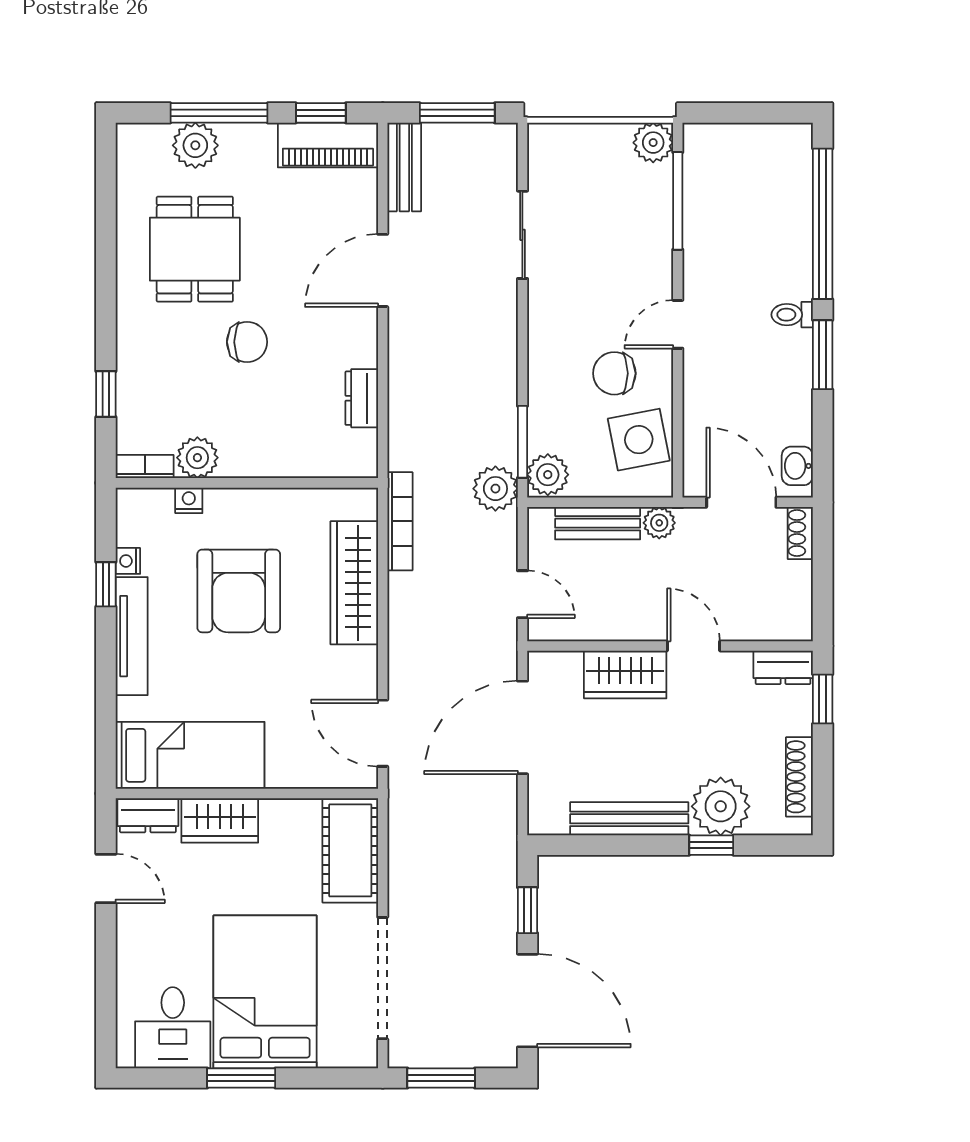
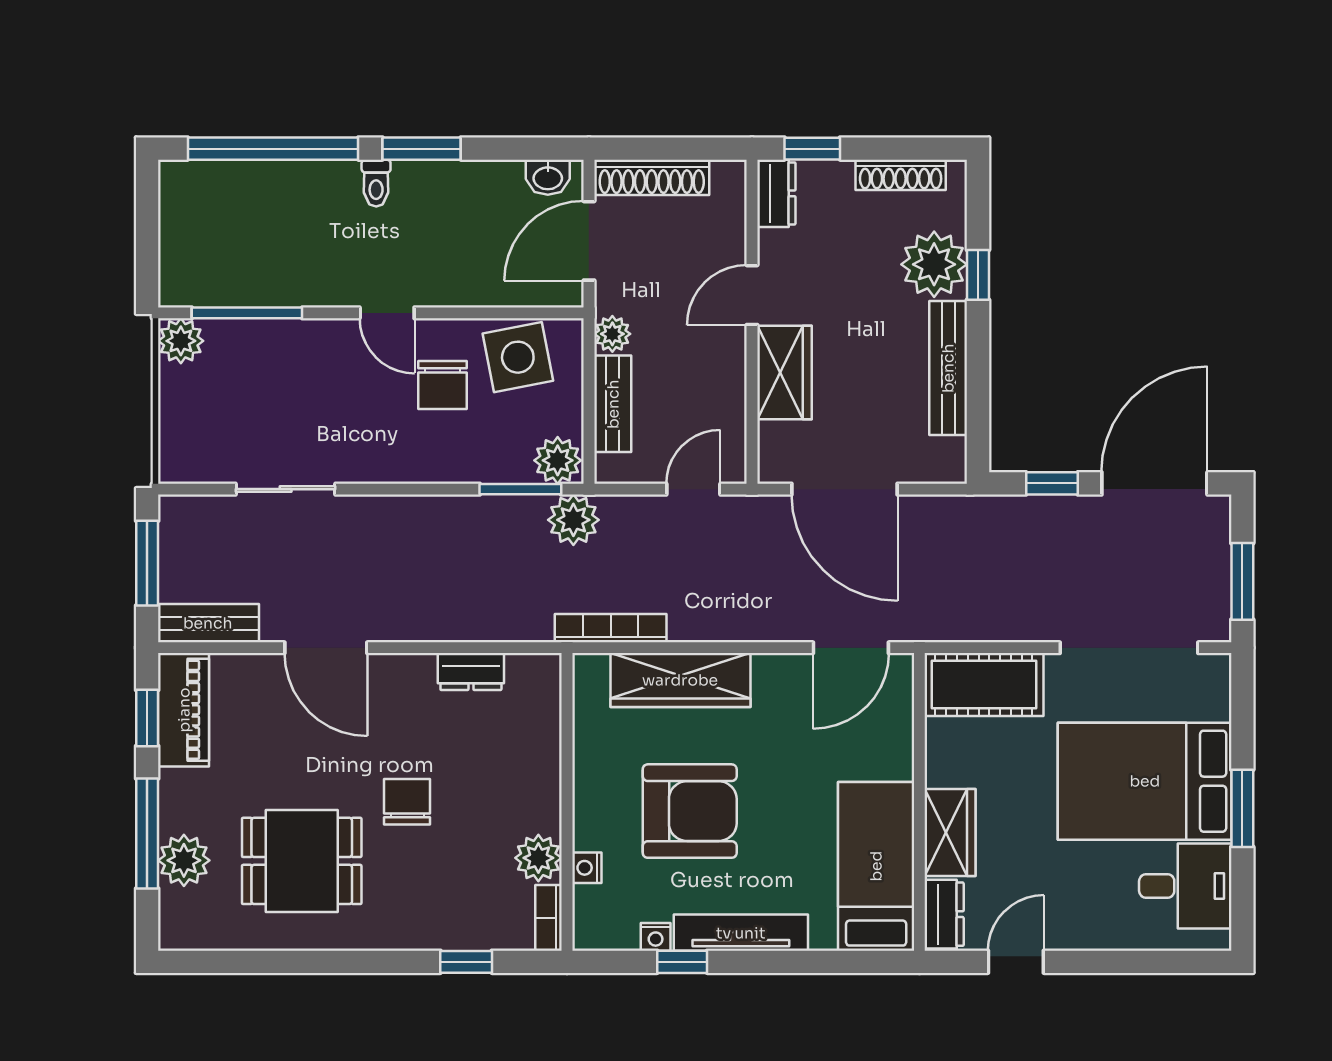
shoe rack: (800, 533) -> (652, 177), width x1.94, depth x1.24

